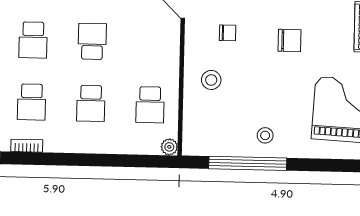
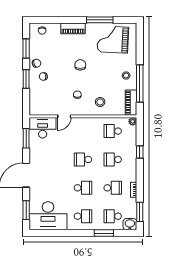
school desk: (91, 103) -> (113, 159), turned 180
school desk: (150, 105) -> (113, 131), turned 180
piano: (208, 144) -> (131, 103), added
window: (105, 160) -> (140, 152), added

